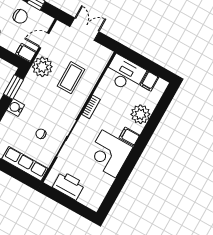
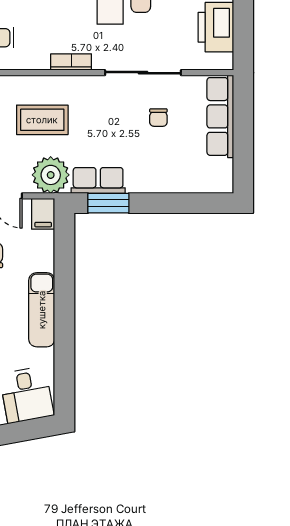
row of seats: (27, 88) -> (98, 181), added
water cooler: (16, 107) -> (139, 181), removed

